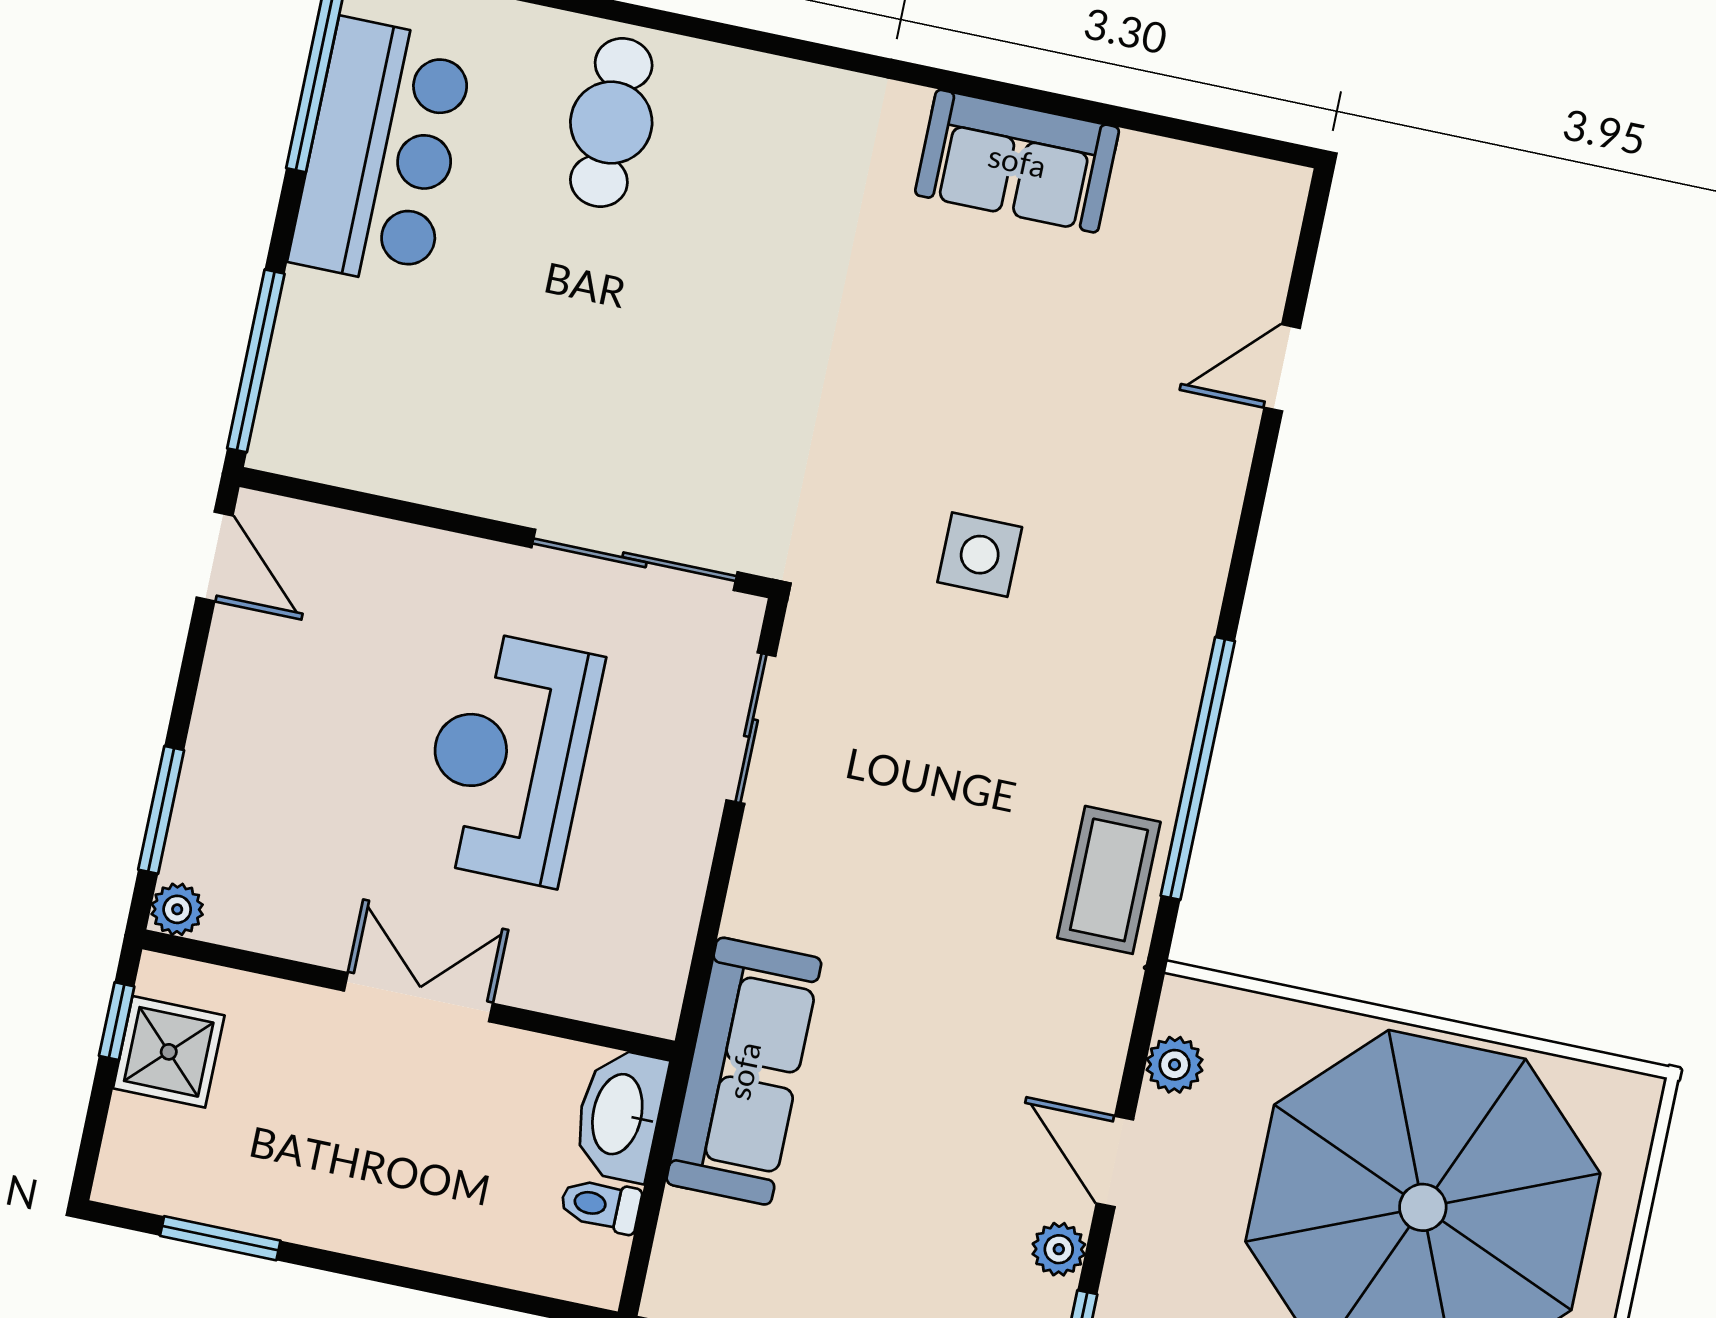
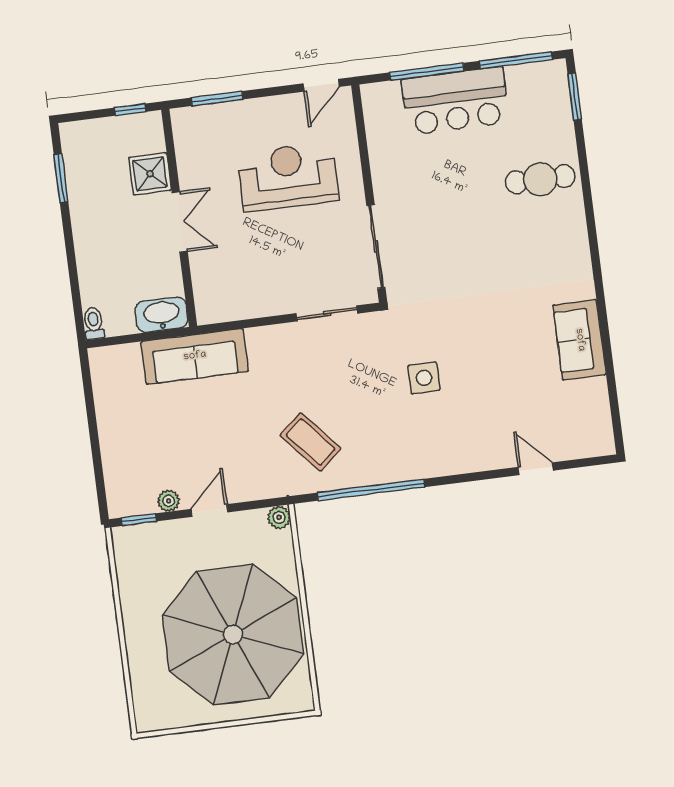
bar counter: (382, 153) -> (455, 101), moved
window: (256, 361) -> (427, 72), moved
reception desk: (509, 758) -> (288, 177), moved
coffee table: (1109, 880) -> (311, 442), moved, turned 49
plant: (177, 909) -> (181, 118), removed
shower: (169, 1052) -> (150, 174), moved
plant: (1175, 1065) -> (279, 517), moved
toilet: (601, 1205) -> (94, 323), moved

